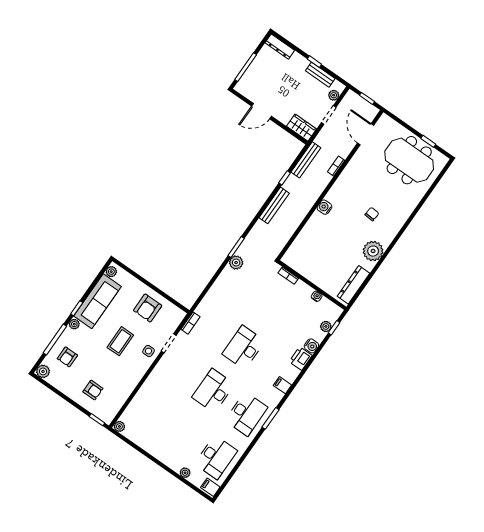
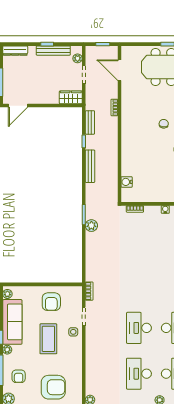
bench: (320, 75) -> (53, 51), width x1.36
door: (261, 111) -> (18, 106), moved
bench: (306, 160) -> (90, 122), width x0.73
water cooler: (324, 207) -> (127, 182), moved
coffee table: (120, 341) -> (48, 339), width x1.36, depth x1.32
desk: (244, 348) -> (139, 374), moved
armchair: (93, 390) -> (53, 387), width x1.88, depth x1.88

